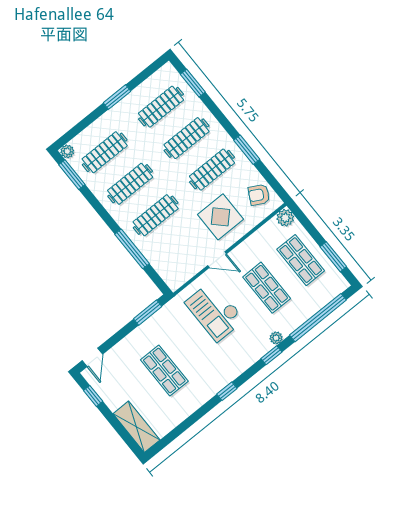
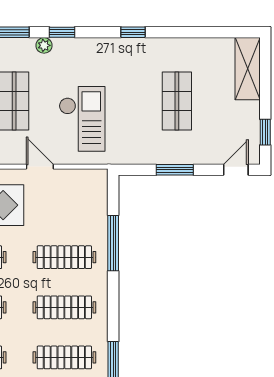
window: (148, 313) -> (175, 170), moved

